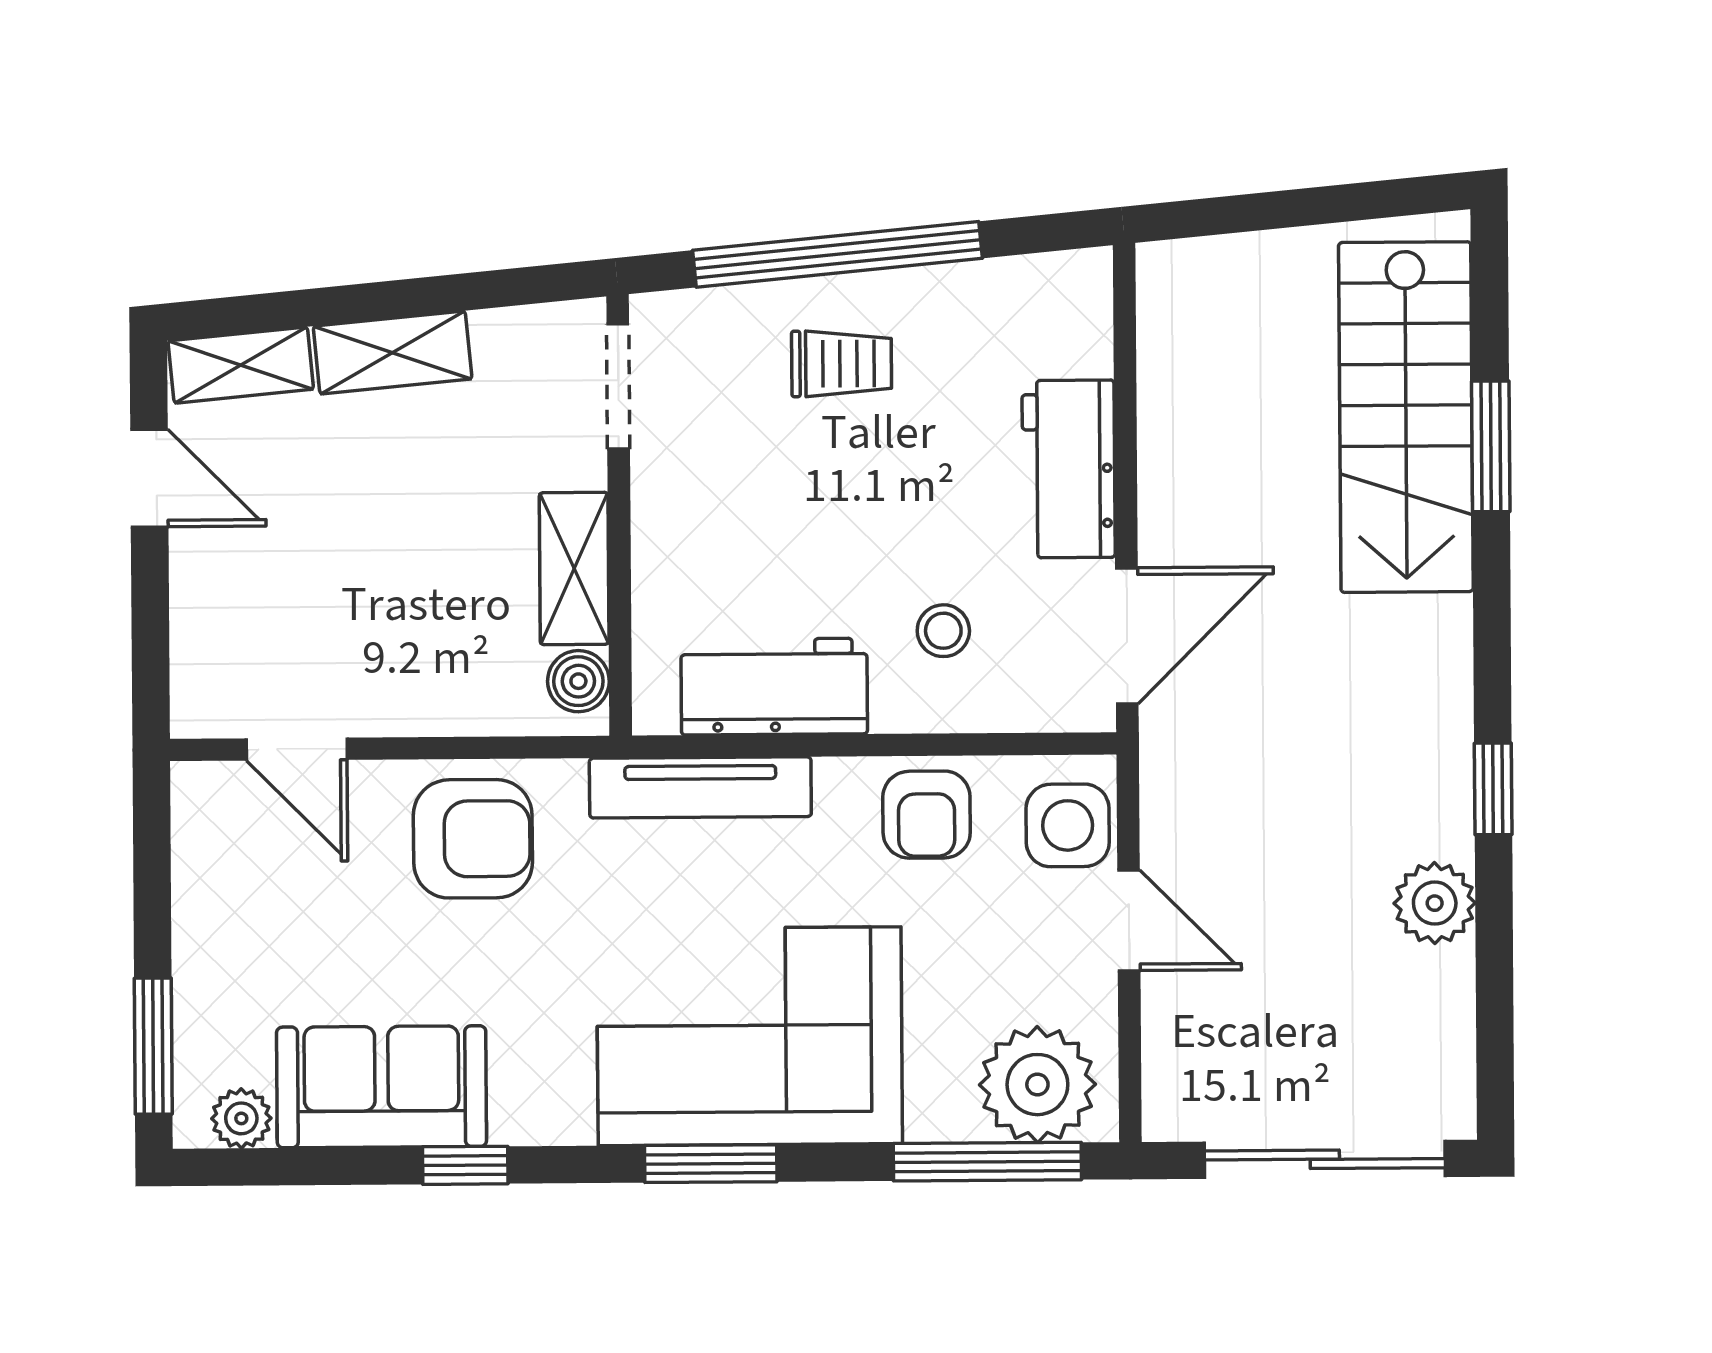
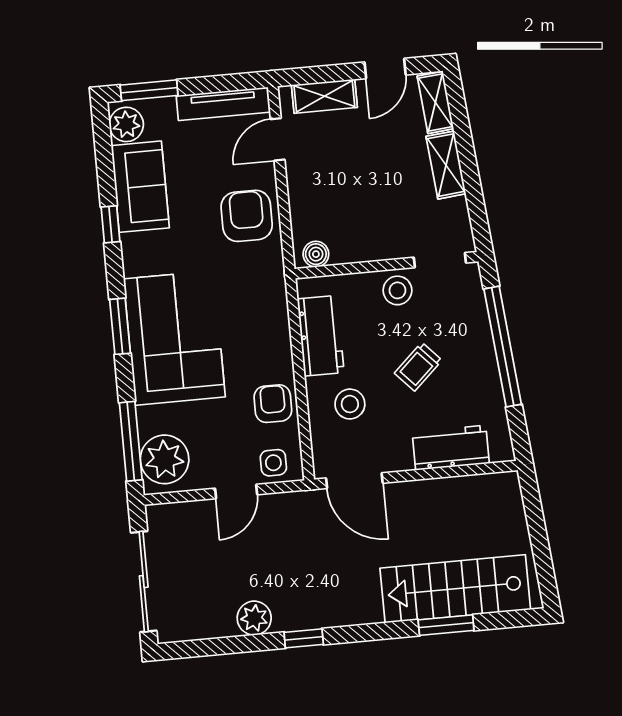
trolley: (842, 364) -> (418, 367), moved, turned 47
workbench: (1069, 469) -> (451, 448), moved
stool: (682, 494) -> (397, 290), added
shelving: (574, 568) -> (324, 96), moved
stool: (943, 631) -> (350, 404), width x1.37, depth x1.37
tv unit: (700, 787) -> (223, 104), moved, turned -90
armchair: (927, 815) -> (273, 404), turned 90
side table: (1068, 825) -> (273, 463), width x0.73, depth x0.73
armchair: (473, 839) -> (247, 216), turned 180
plant: (241, 1118) -> (126, 124), width x1.38, depth x1.38

